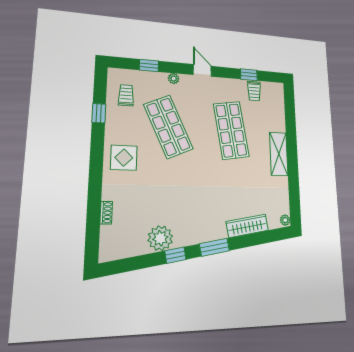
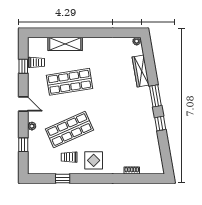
door: (202, 70) -> (23, 104), swing flipped
trolley: (126, 95) -> (69, 157), moved
shelving: (279, 154) -> (65, 44), moved
plant: (160, 238) -> (149, 134), removed

